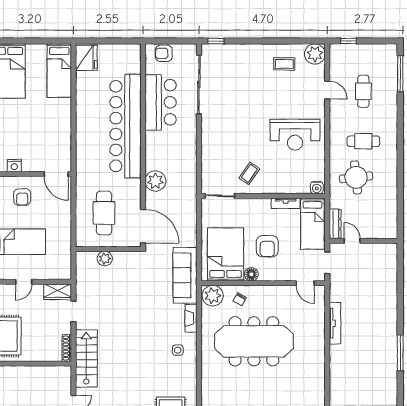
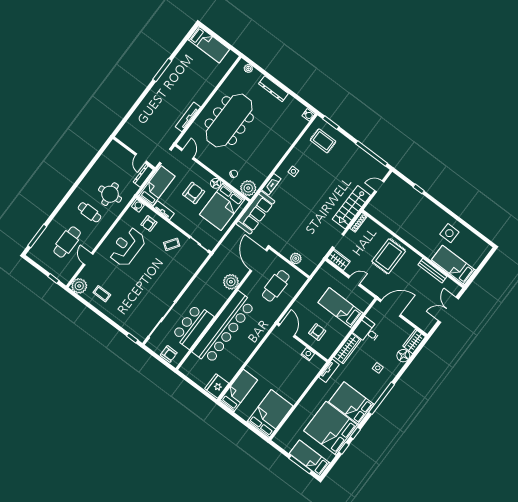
cafe table: (363, 91) -> (67, 242), width x1.37, depth x1.35
reception desk: (295, 135) -> (127, 247), turned -90
armchair: (291, 177) -> (149, 224), added
meeting table: (254, 341) -> (229, 121), moved, turned 90

